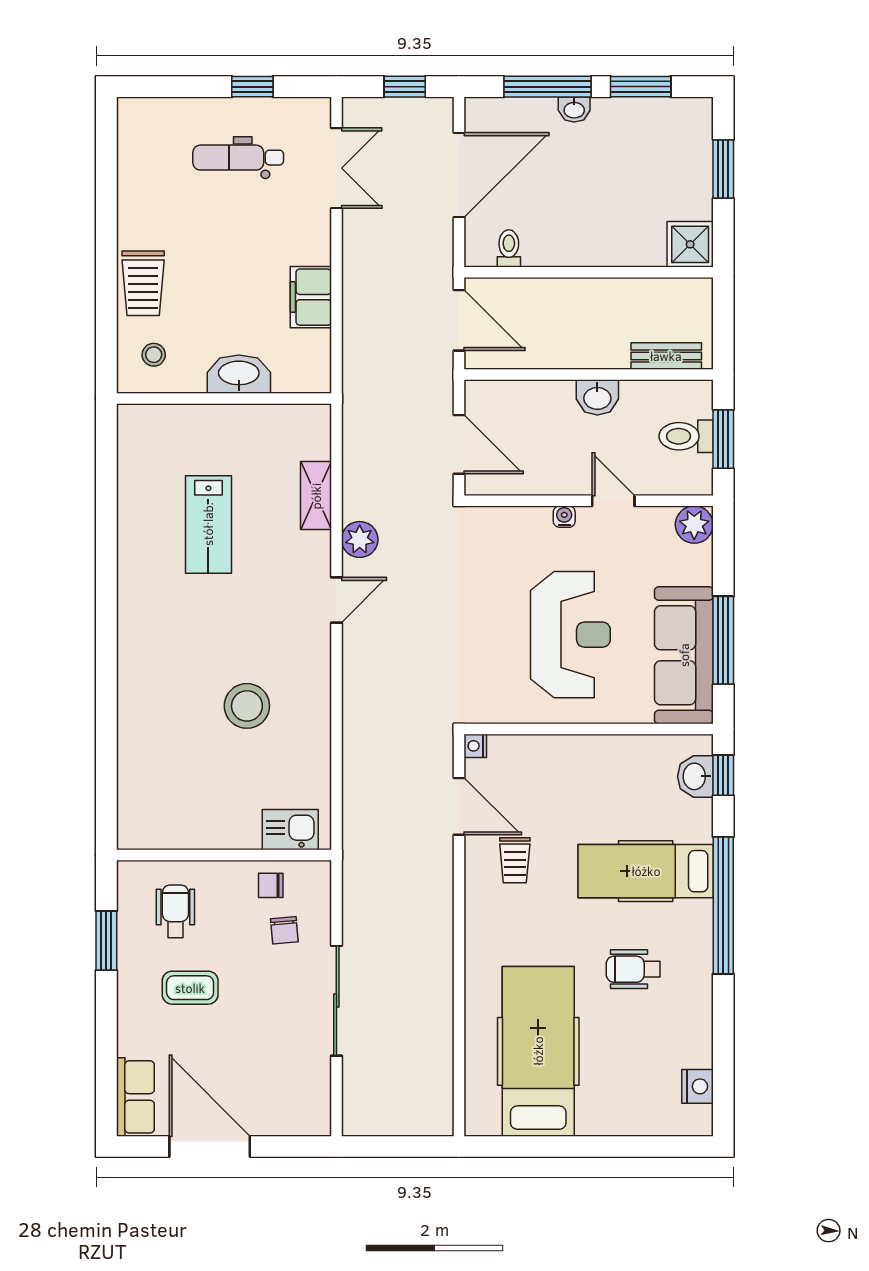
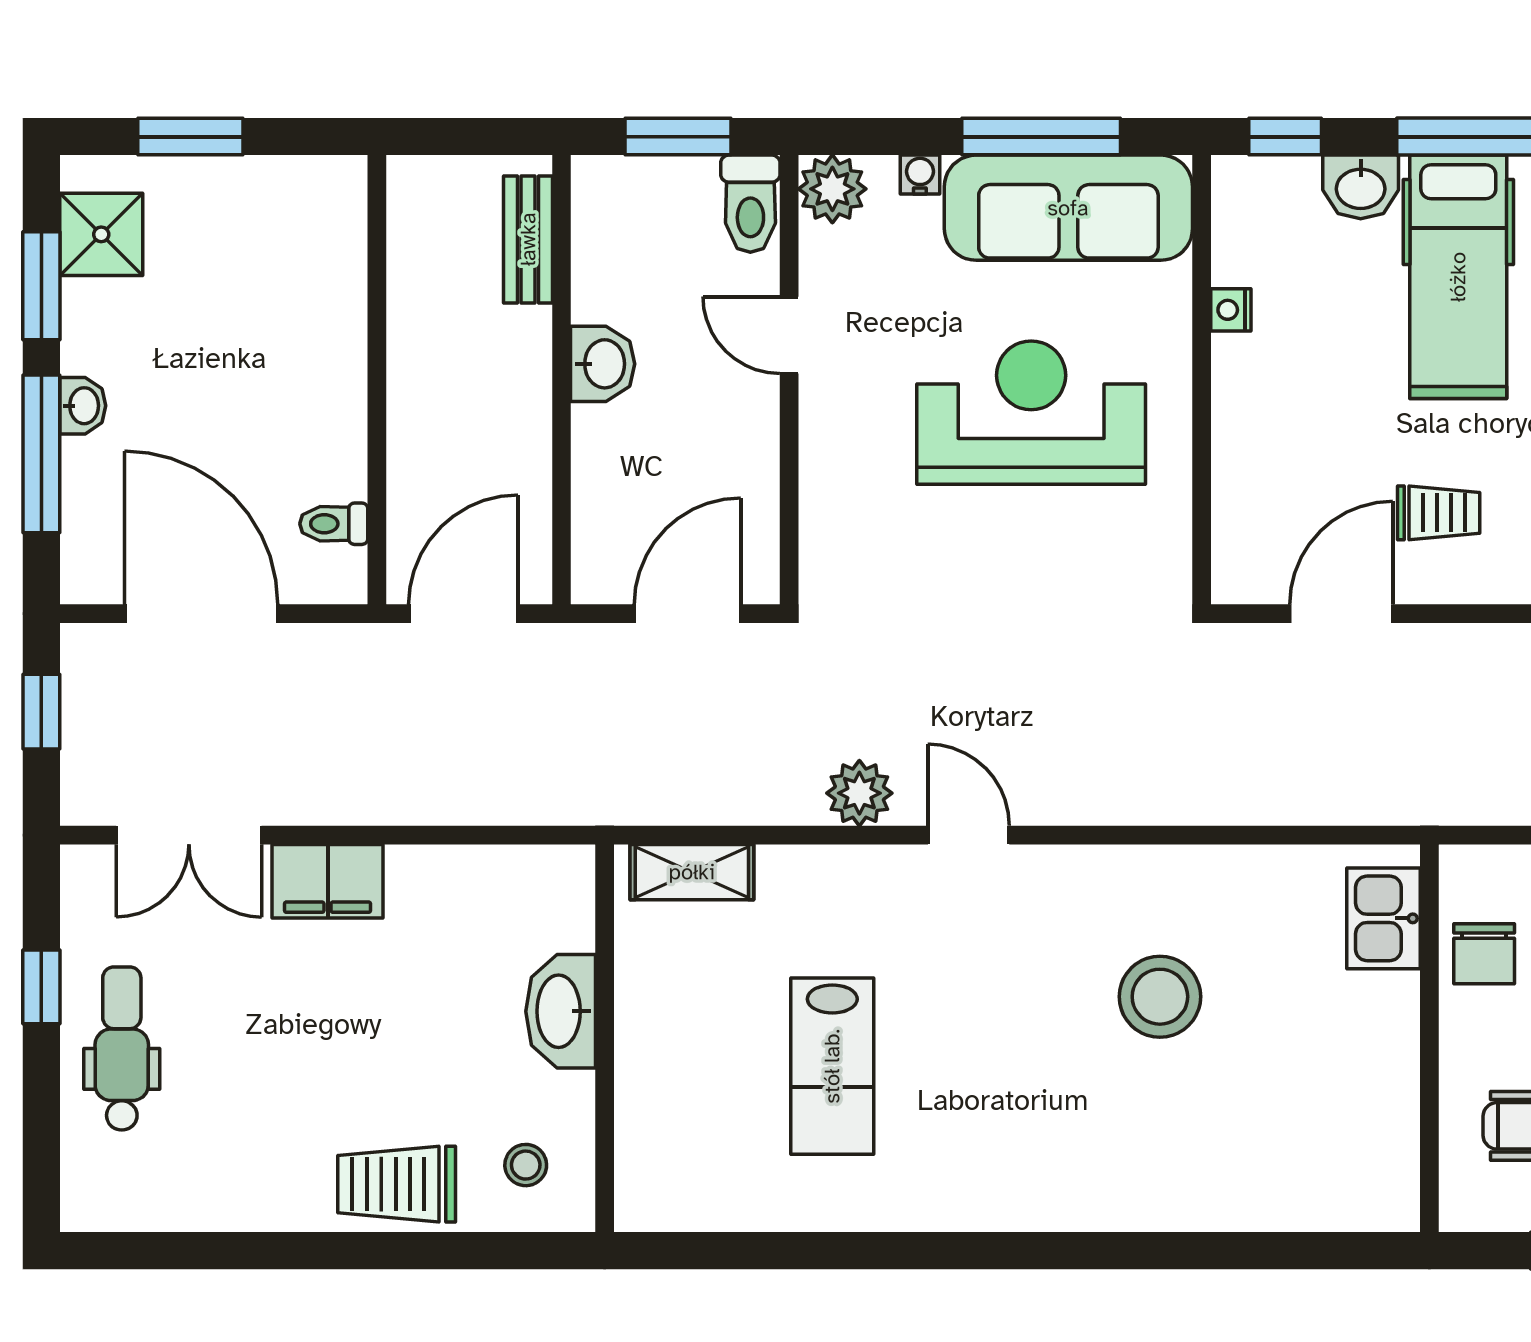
dental chair: (238, 158) -> (122, 1048), moved, turned 180
double door: (336, 168) -> (189, 835), swing flipped
shower: (690, 244) -> (101, 234), moved
trolley: (143, 283) -> (397, 1184), turned 180
filing cabinet: (311, 297) -> (328, 881), moved
toilet: (686, 436) -> (750, 204), moved
shelving: (316, 496) -> (692, 872), moved
door: (613, 501) -> (789, 335), hinge flipped
water cooler: (564, 517) -> (920, 175), moved, turned 90
lab bench: (208, 524) -> (832, 1066), turned 90
nightstand: (475, 746) -> (1231, 310), moved, turned 90
washbasin: (695, 776) -> (1361, 187), moved
chair: (271, 885) -> (1484, 954), width x1.37, depth x1.37

